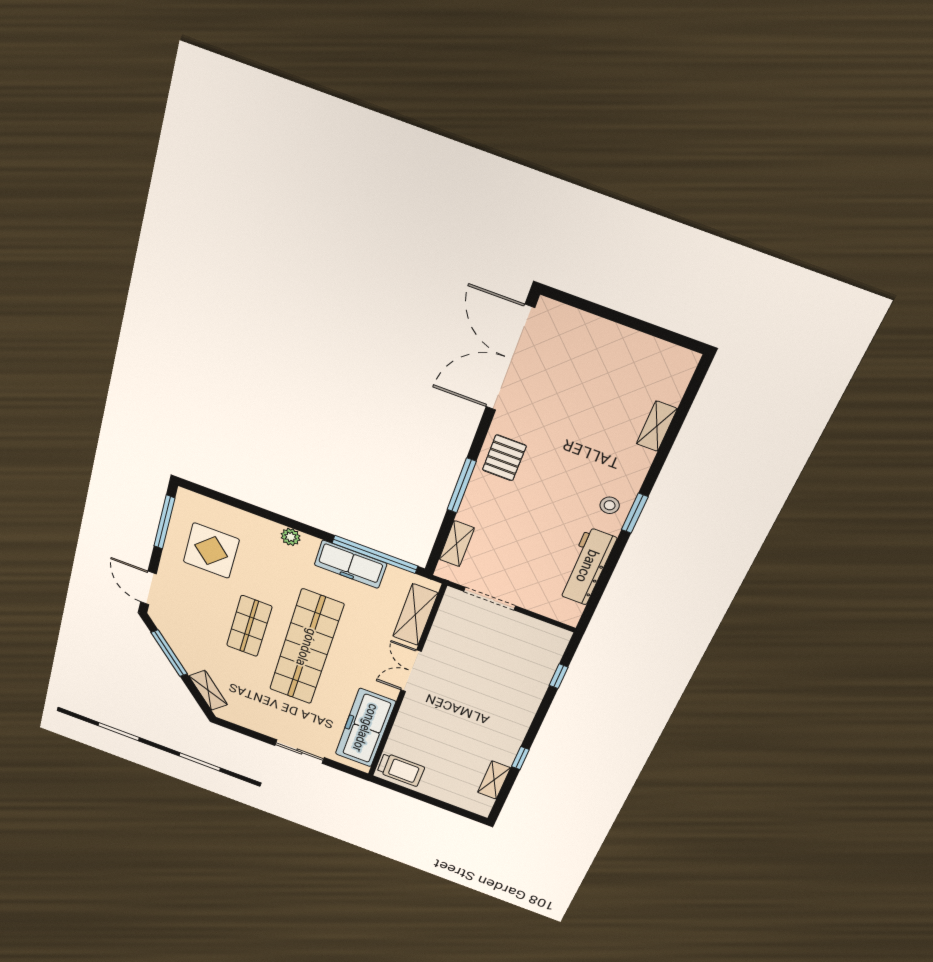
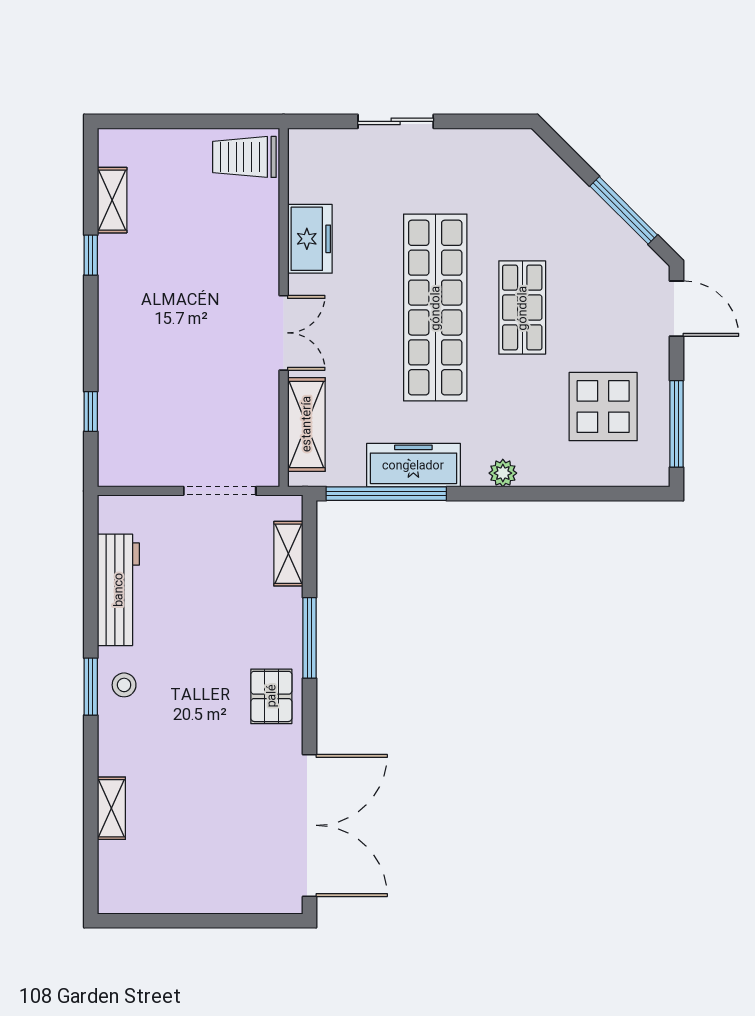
shelving: (208, 690) -> (553, 171), removed
freezer: (365, 728) -> (310, 239), width x0.52, depth x0.79

